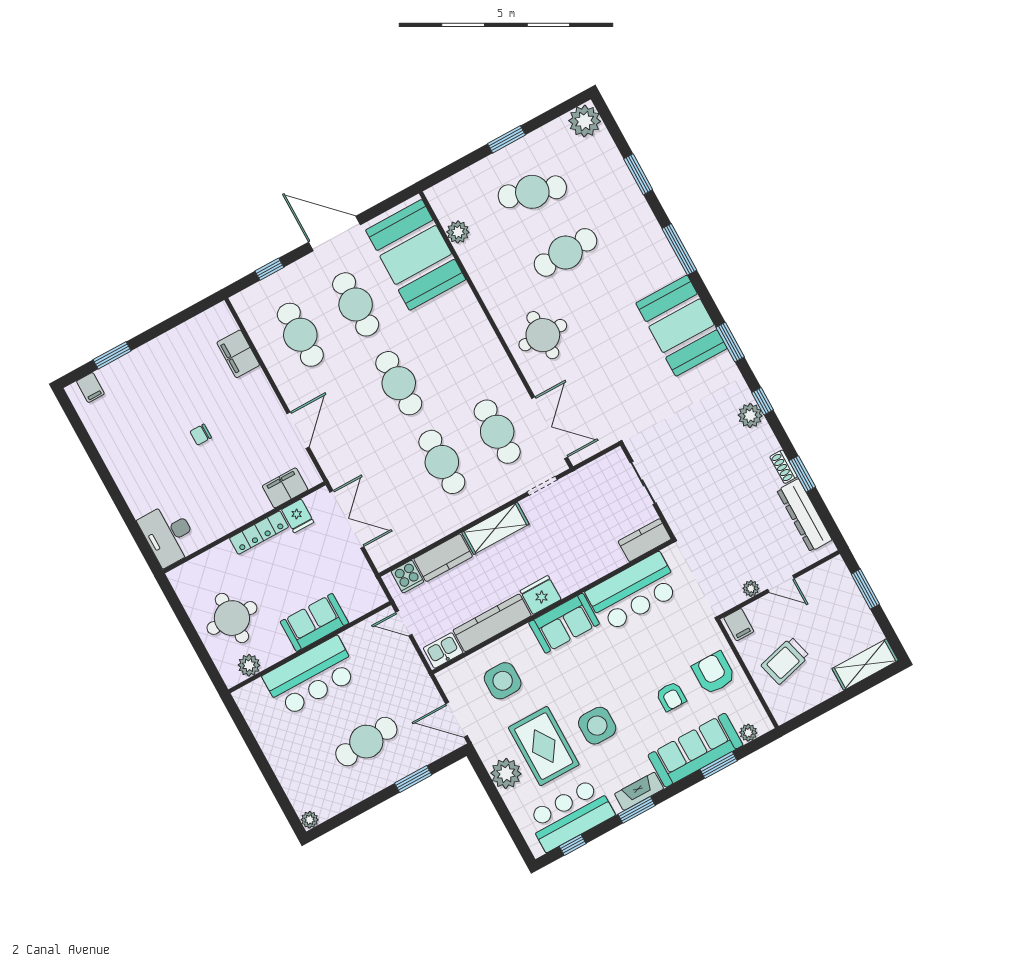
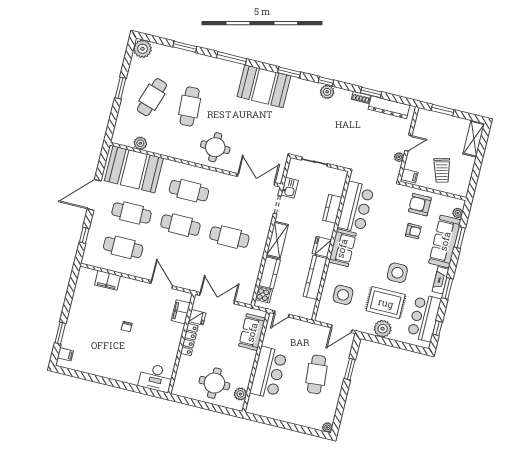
cafe table: (497, 432) -> (189, 191), moved
kitchen counter: (645, 540) -> (332, 209), moved
sofa: (314, 622) -> (252, 332), moved
kitchen sink: (443, 650) -> (290, 188), moved, turned 180

